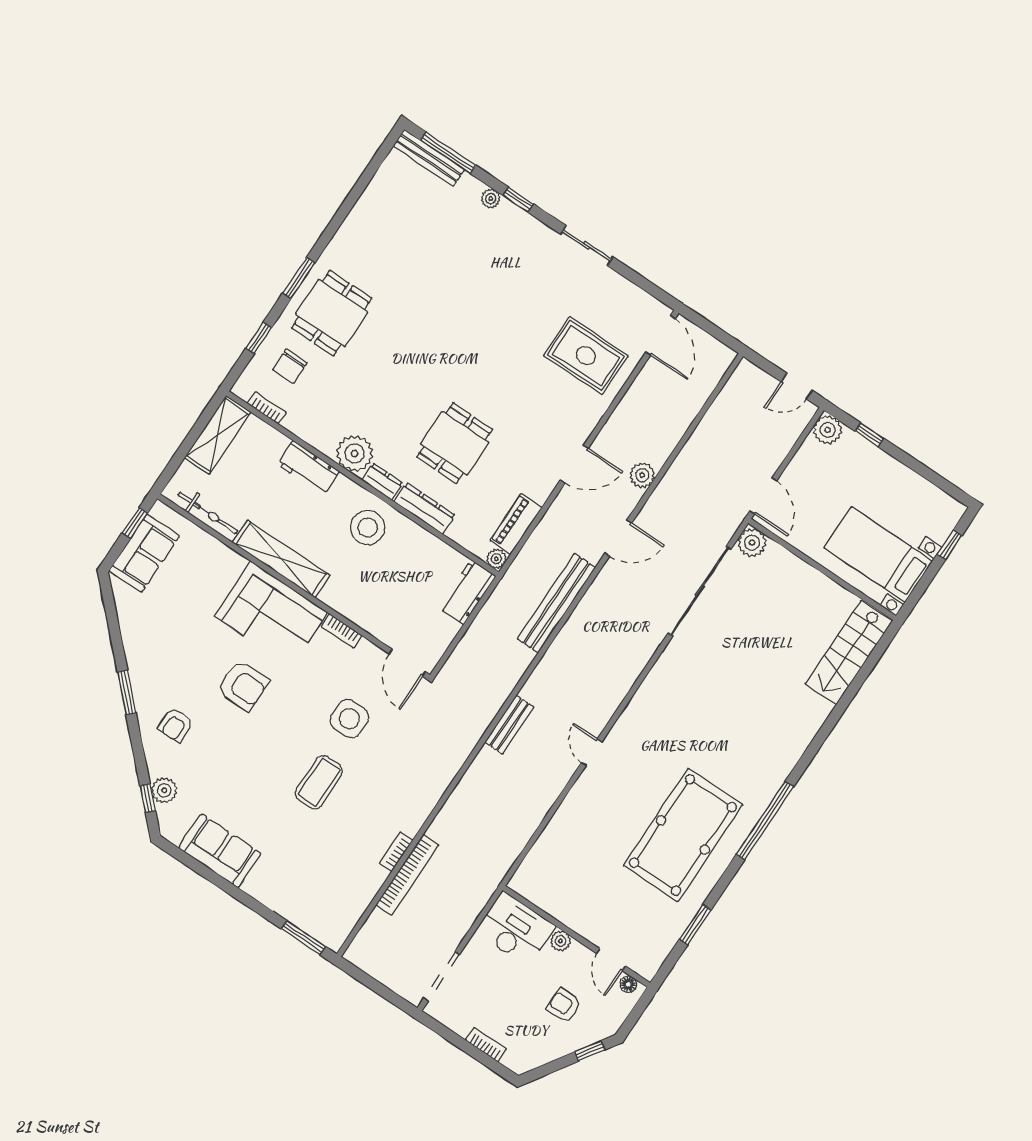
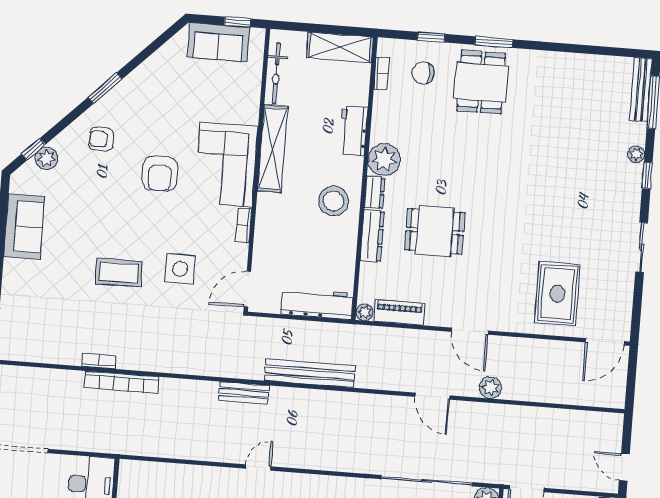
dining table: (332, 313) -> (481, 82), turned 90
workbench: (467, 592) -> (317, 304), width x1.38
bench: (556, 603) -> (310, 373), moved
bookcase: (407, 875) -> (122, 382), moved

